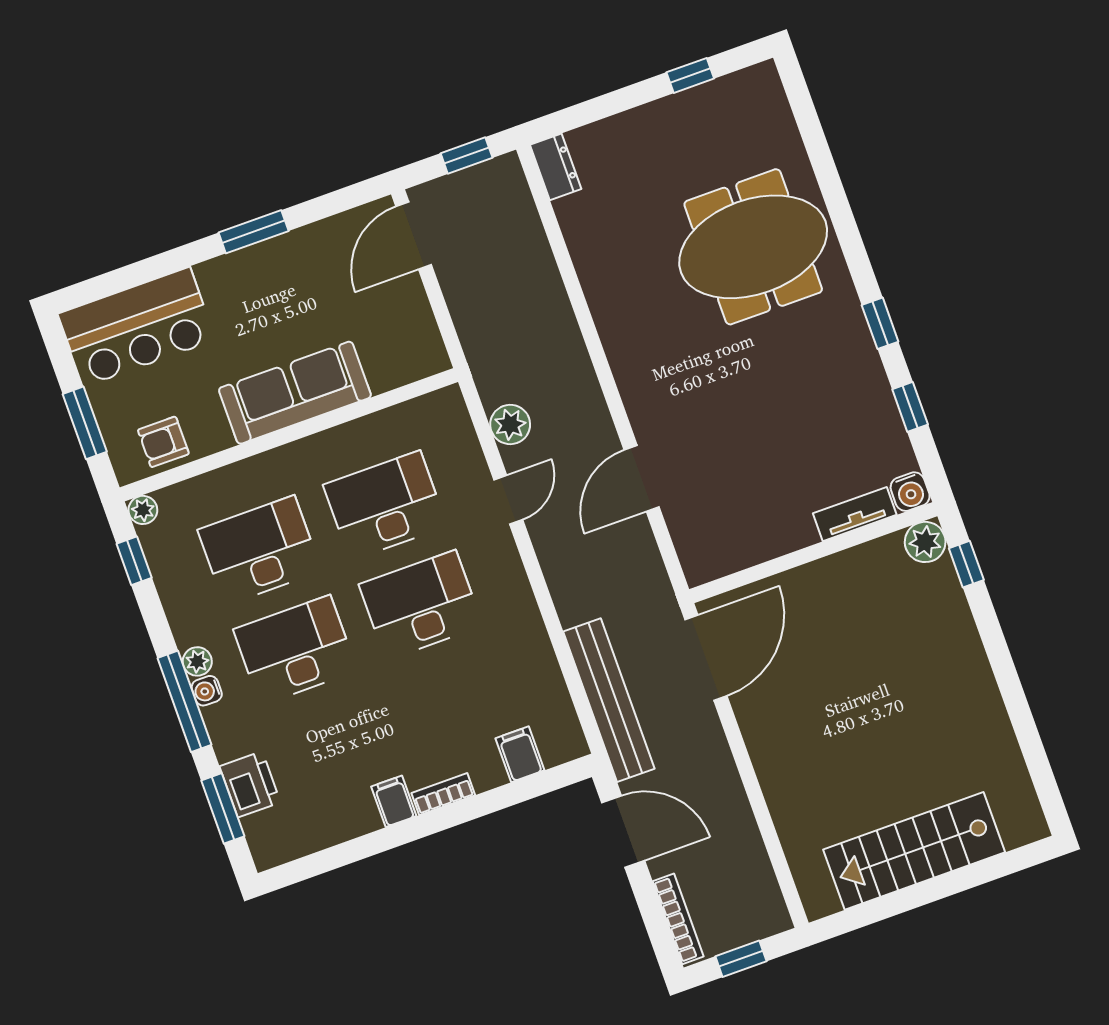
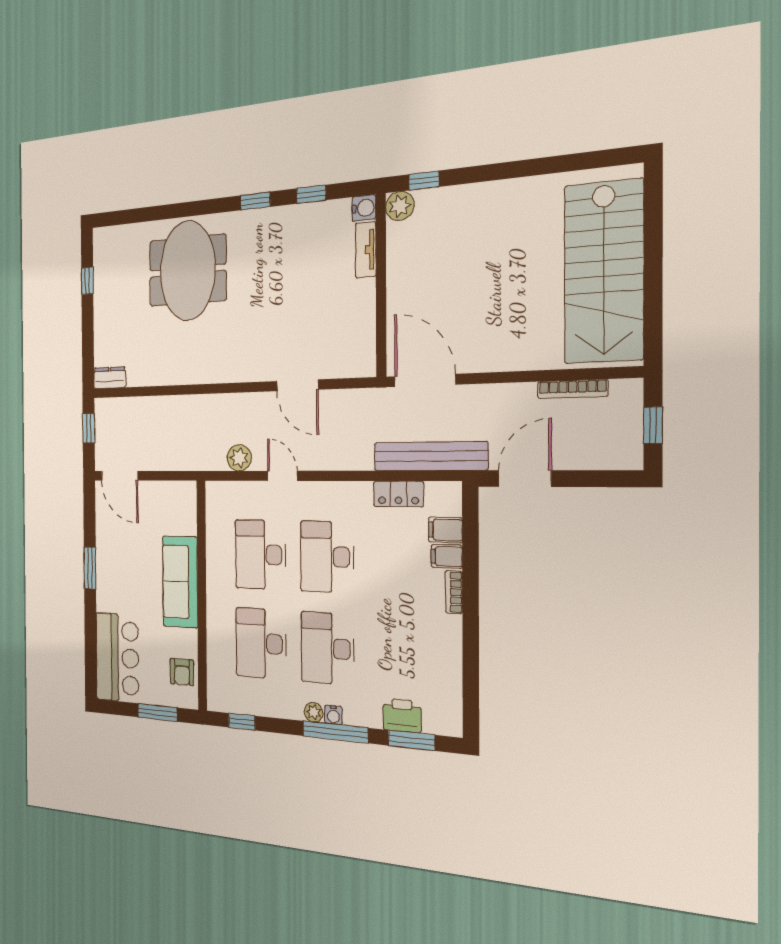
plant: (143, 510) -> (215, 702), removed
locker: (544, 675) -> (398, 494), added
filing cabinet: (394, 801) -> (447, 556), moved
stairs: (914, 851) -> (604, 272), width x1.36, depth x1.51
bookcase: (678, 919) -> (573, 389), moved, turned 180

